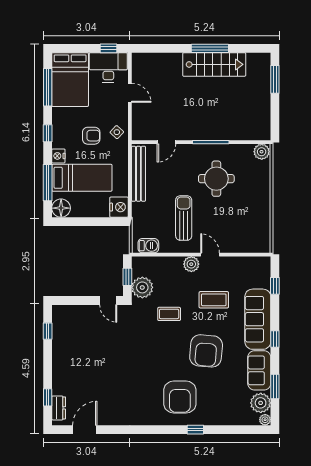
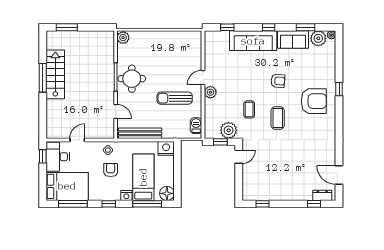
round table: (216, 179) -> (132, 79), moved
coffee table: (214, 300) -> (278, 118), moved
armchair: (206, 351) -> (278, 81), width x0.53, depth x0.53

